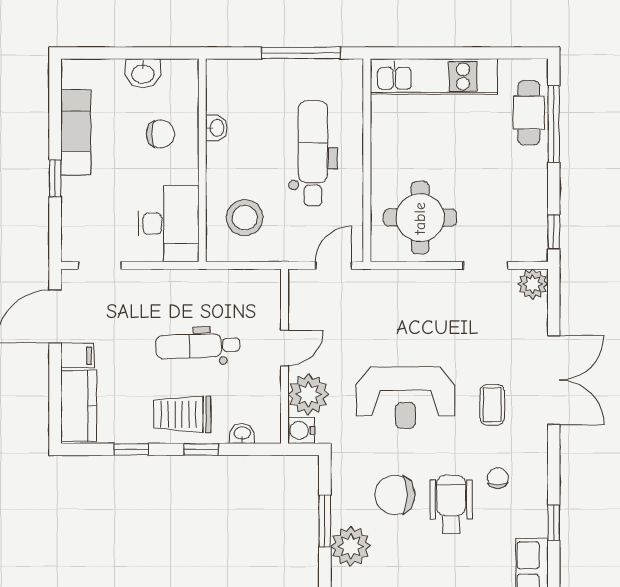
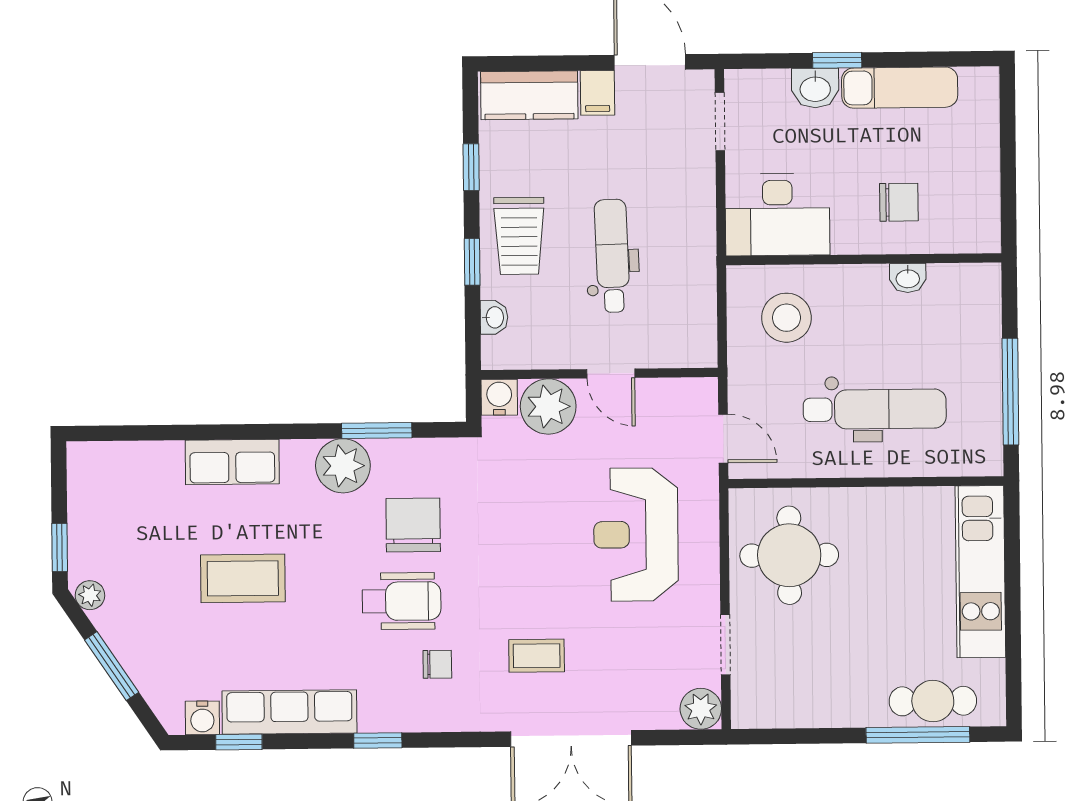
washbasin: (143, 73) -> (815, 88), moved, turned -90
chair: (160, 134) -> (899, 202), turned -90
window: (554, 232) -> (772, 736), removed
reception desk: (405, 398) -> (636, 535), moved
trolley: (182, 414) -> (519, 236), turned 180

